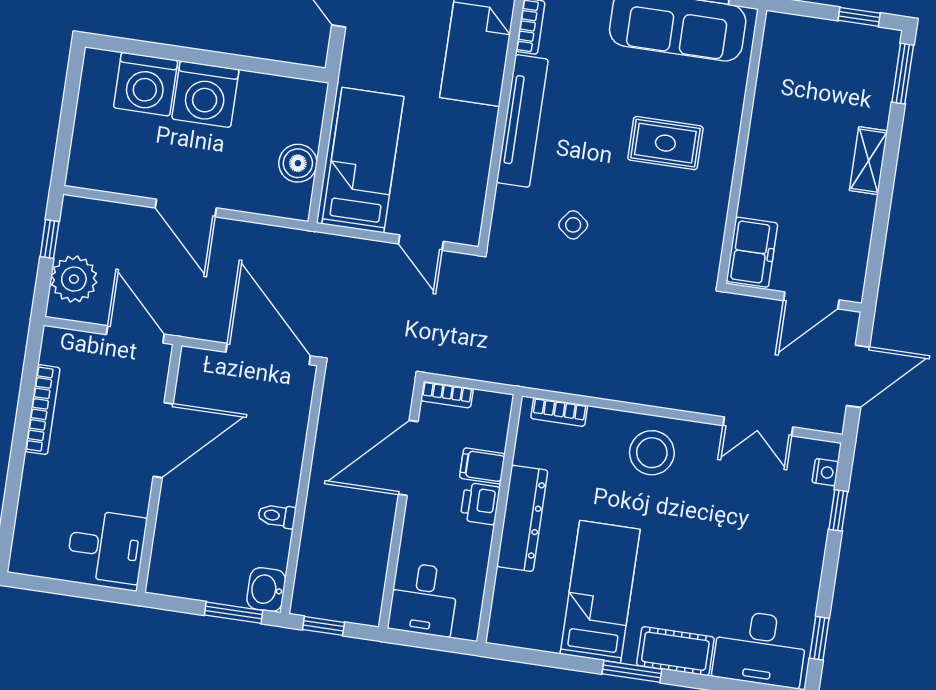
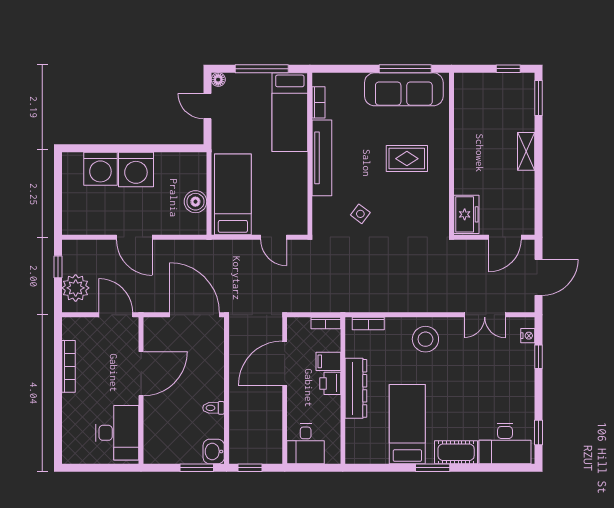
bookcase: (447, 395) -> (326, 323), moved
desk: (106, 546) -> (117, 433), width x1.37

